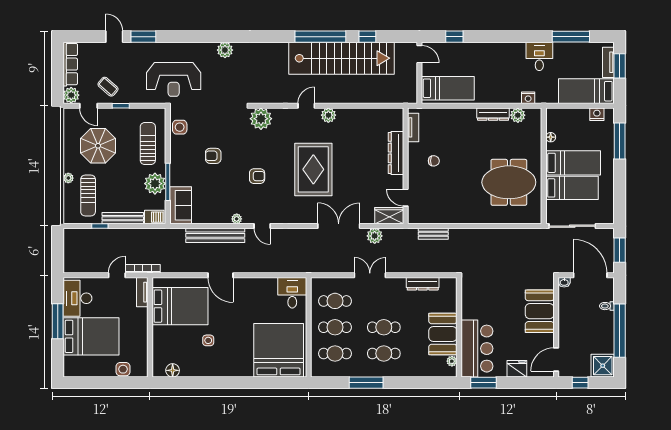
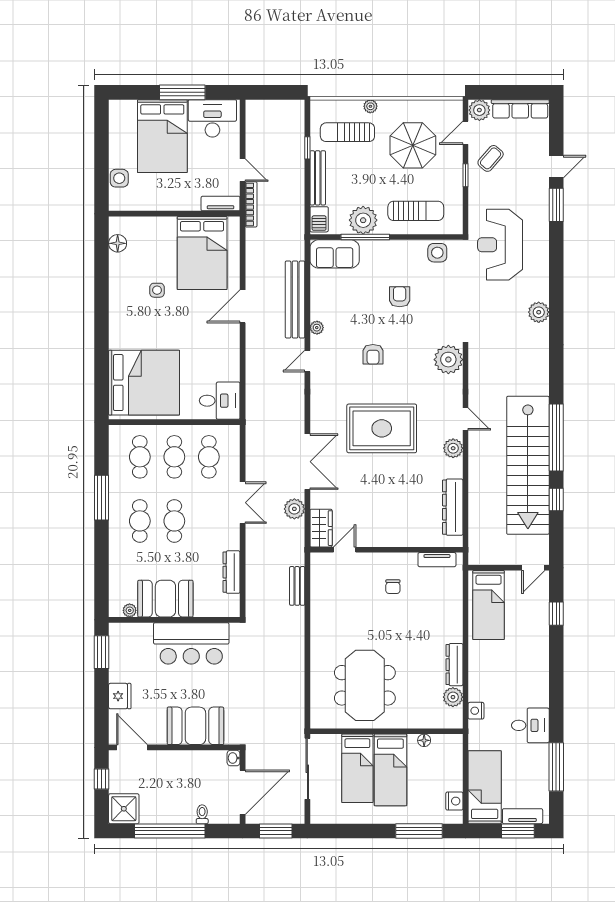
dresser: (396, 153) -> (453, 507), moved, turned -90
bar counter: (477, 349) -> (191, 643), moved

